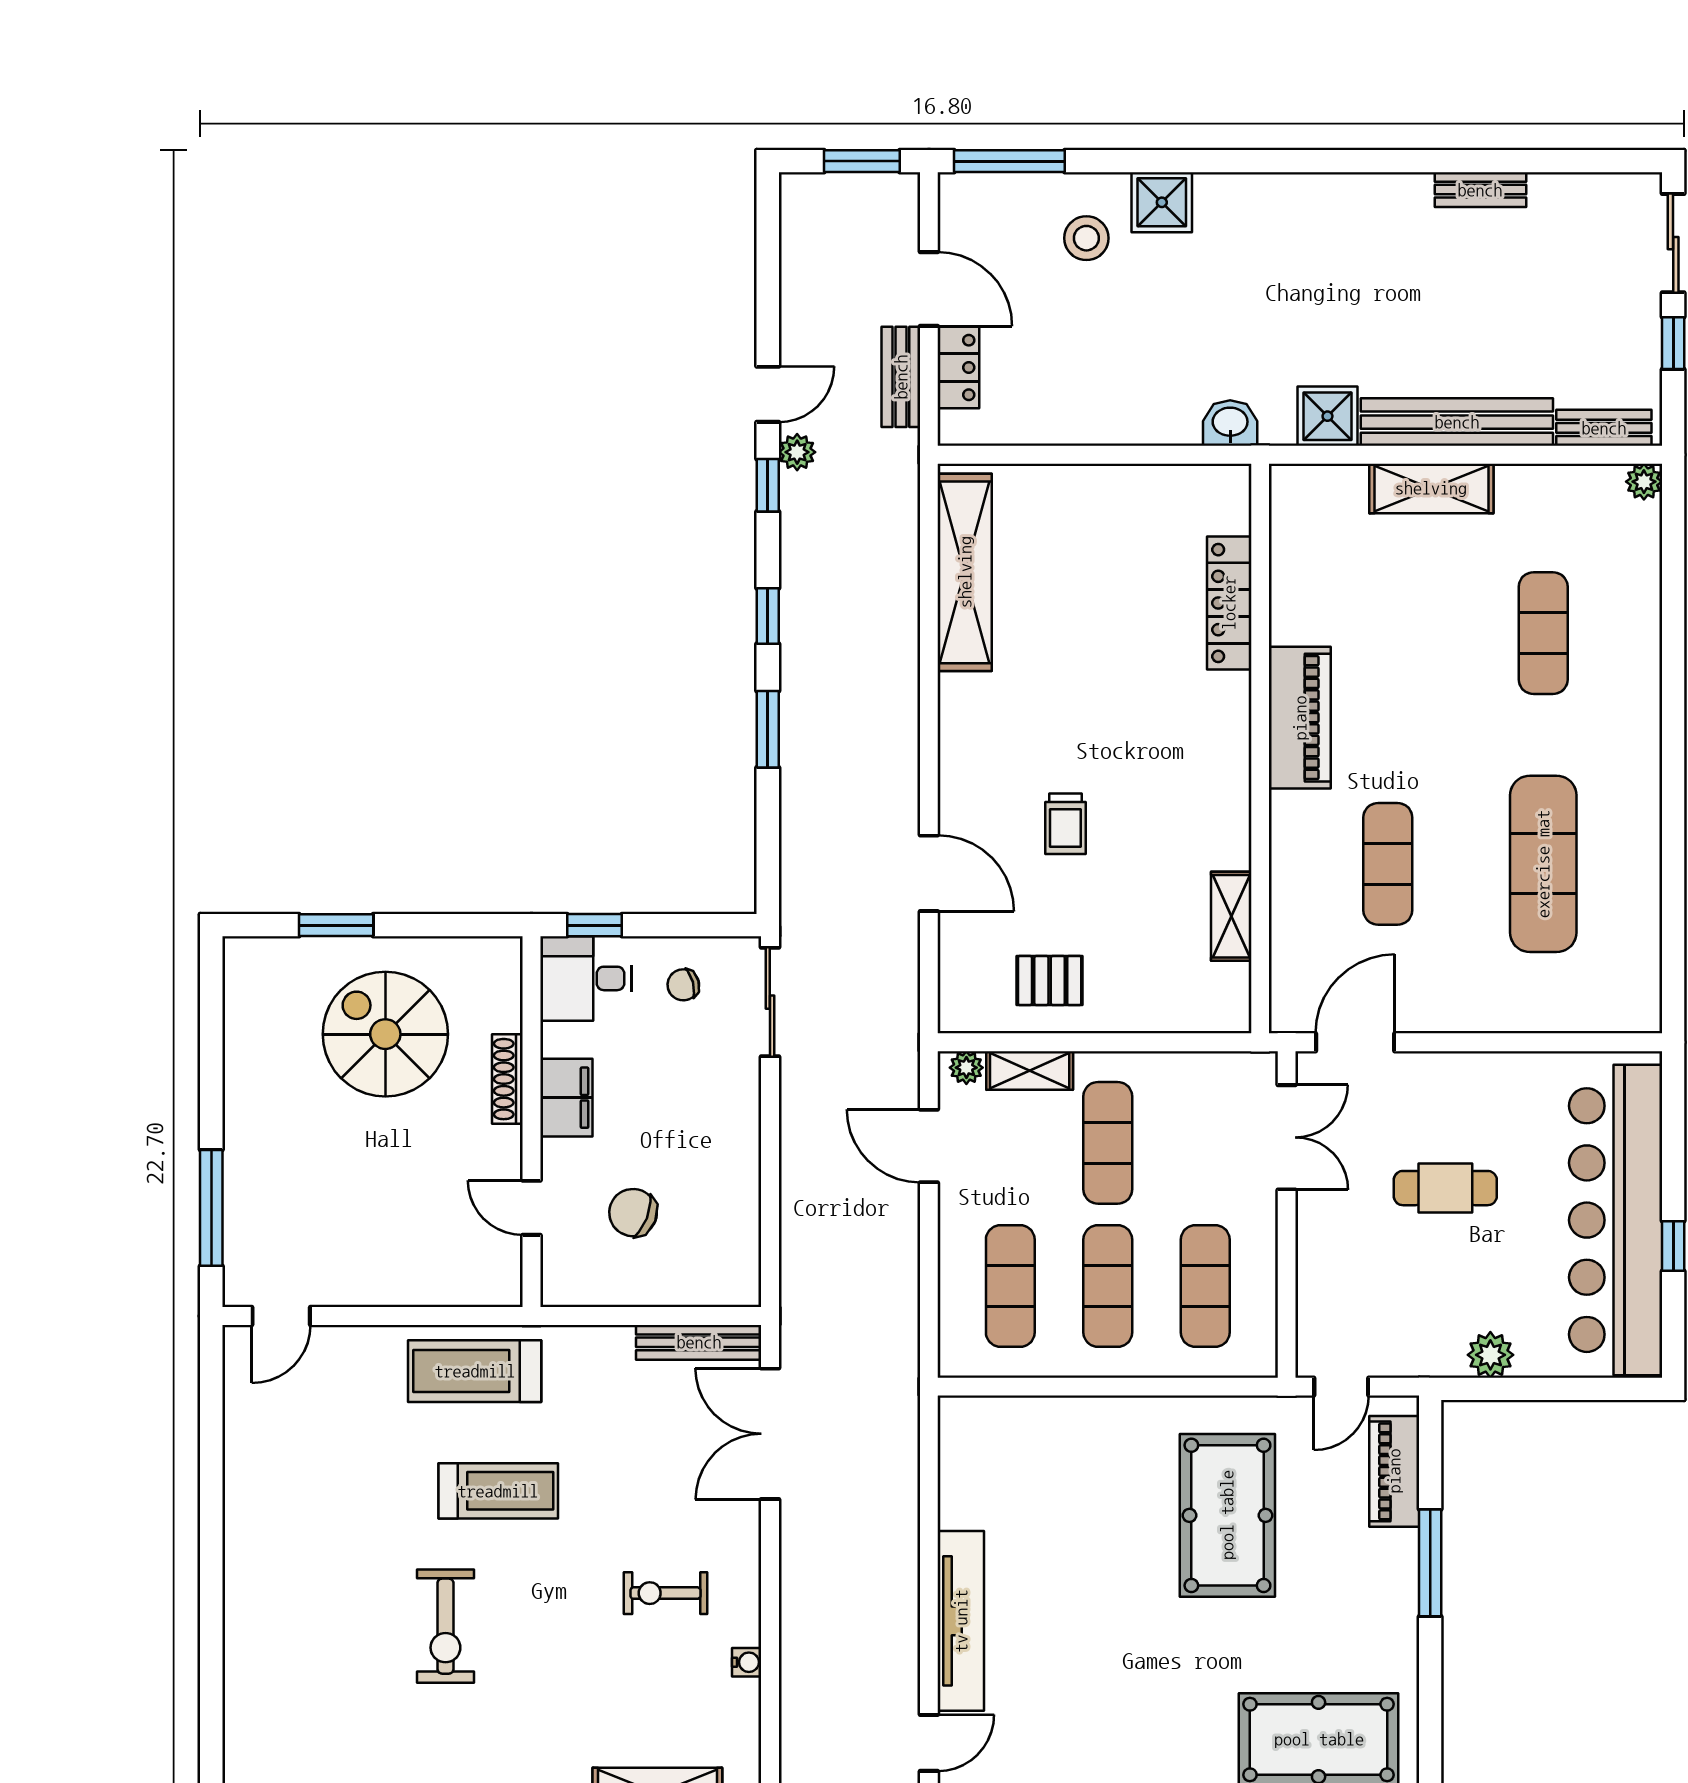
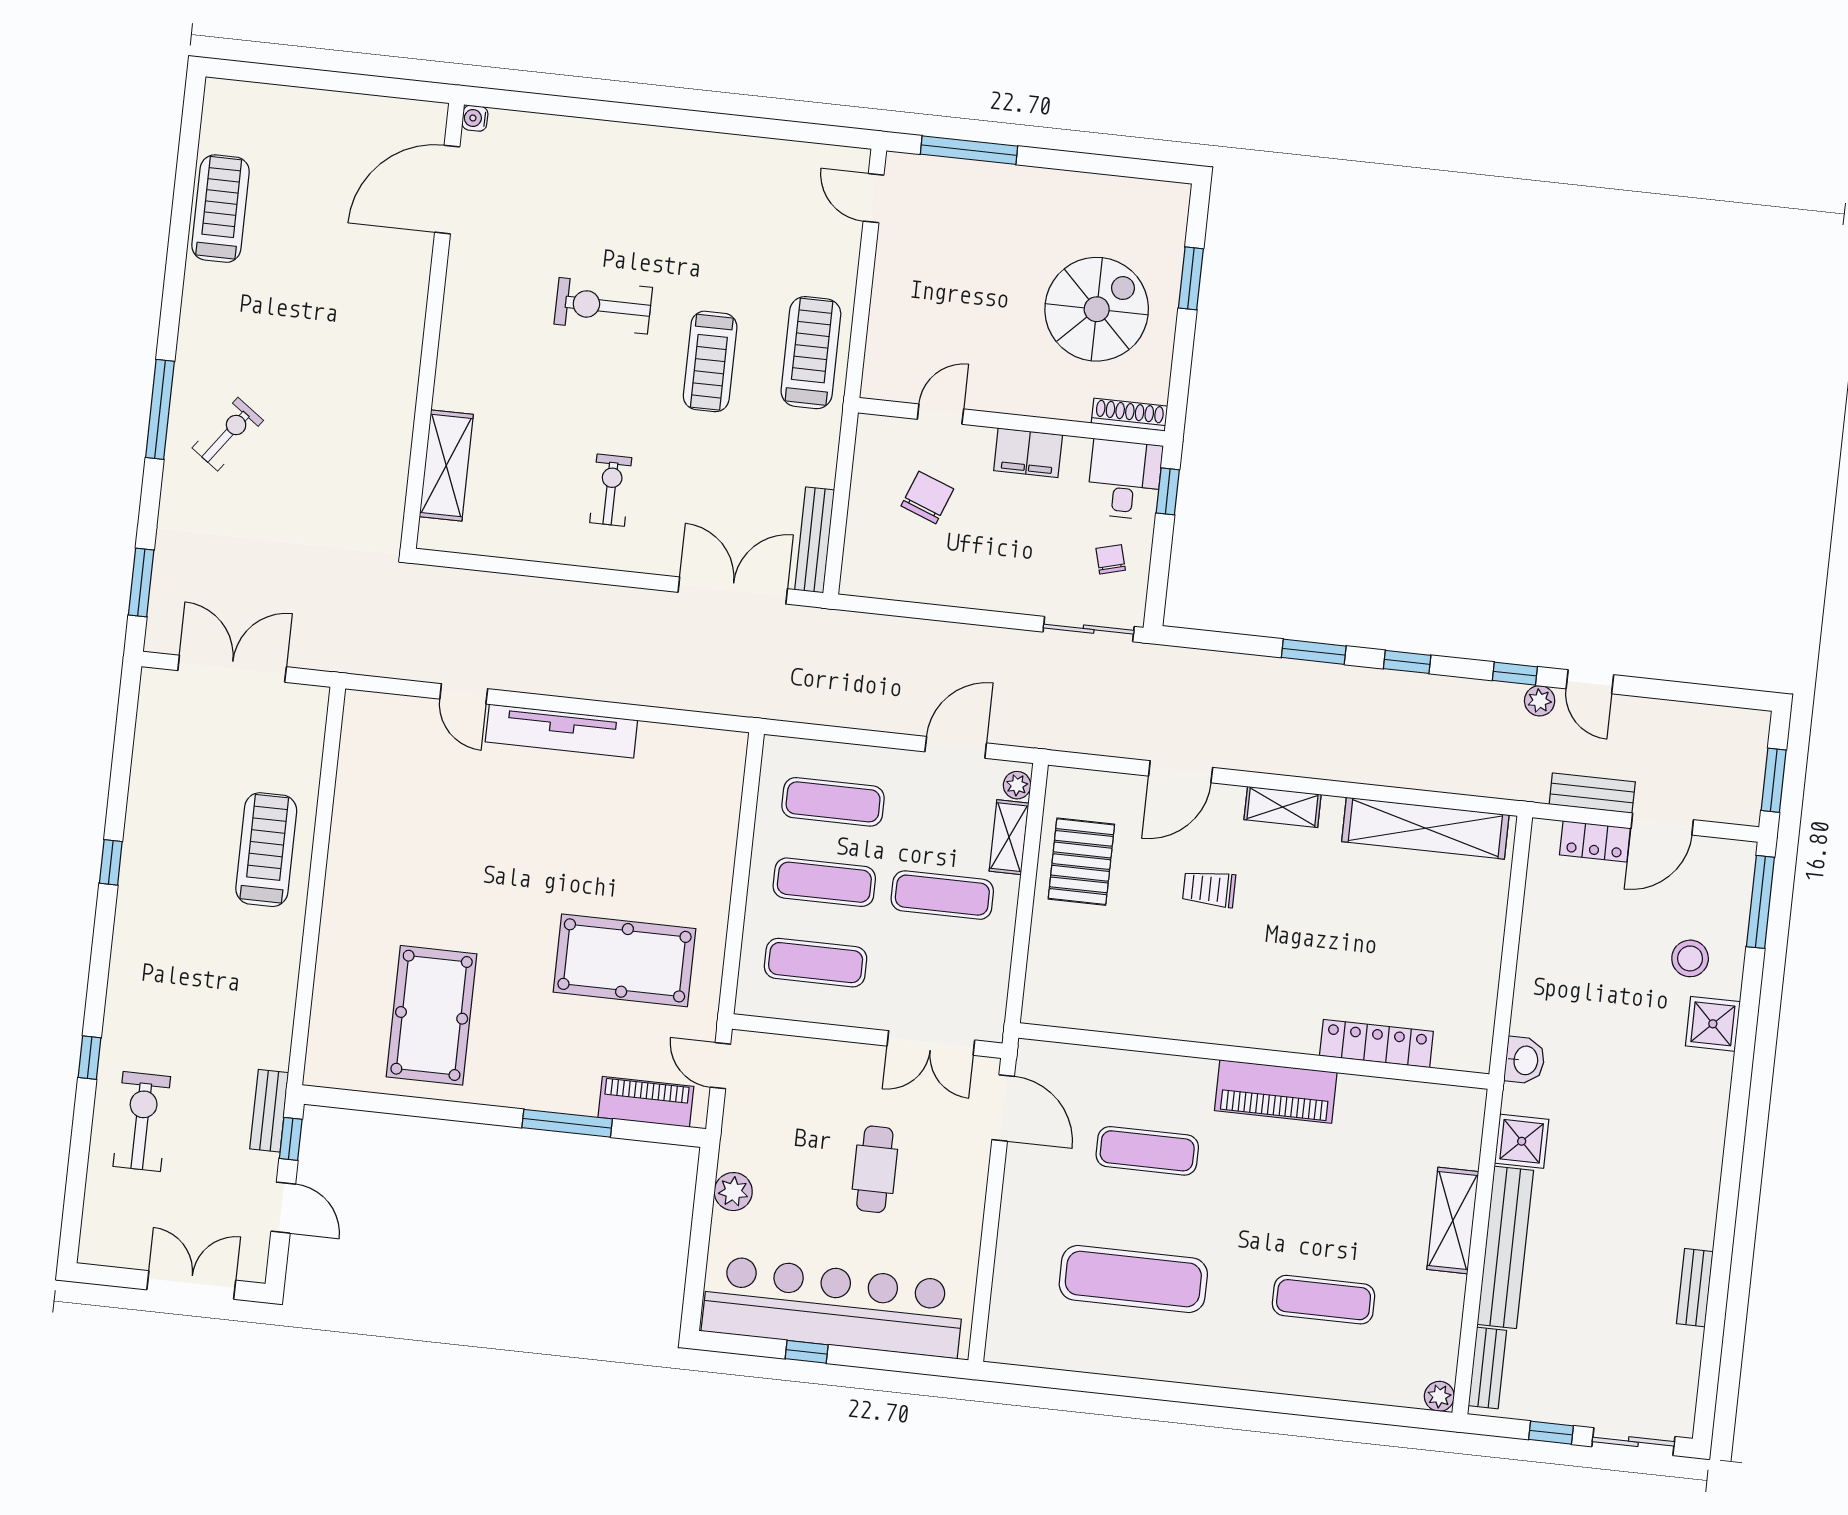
shelving: (1231, 916) -> (1283, 807), moved
pallet: (1050, 981) -> (1081, 862), width x1.50, depth x1.42
shoe rack: (507, 1079) -> (1130, 415), moved
water cooler: (747, 1662) -> (546, 551), removed

